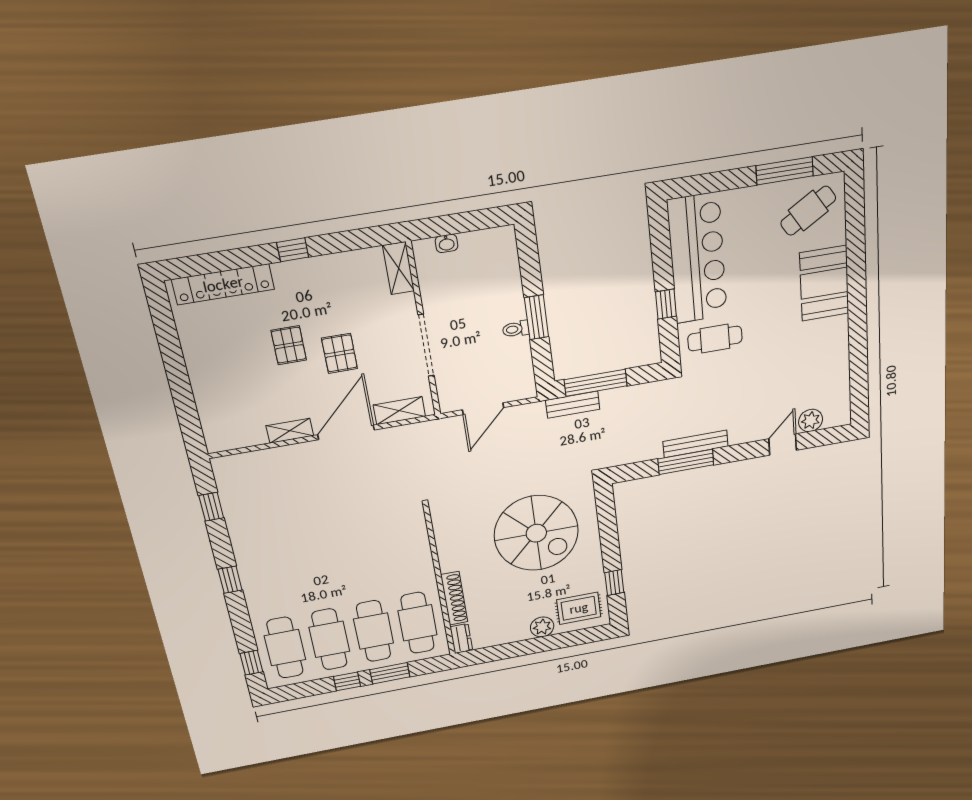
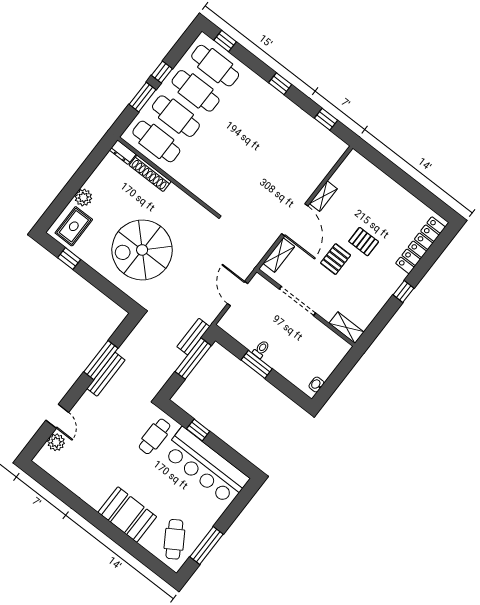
washbasin: (446, 243) -> (316, 385), moved
pallet: (340, 353) -> (336, 259), turned 90

